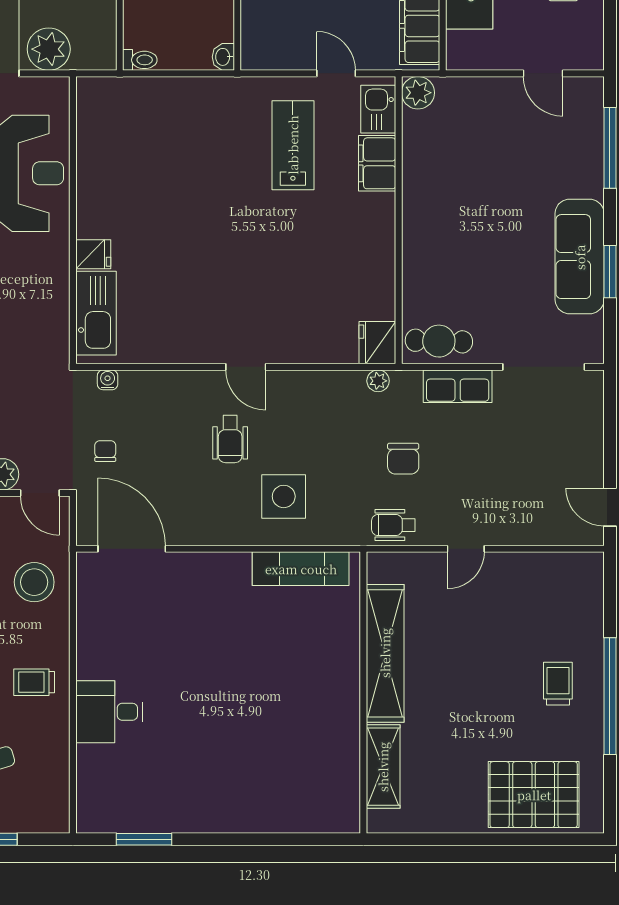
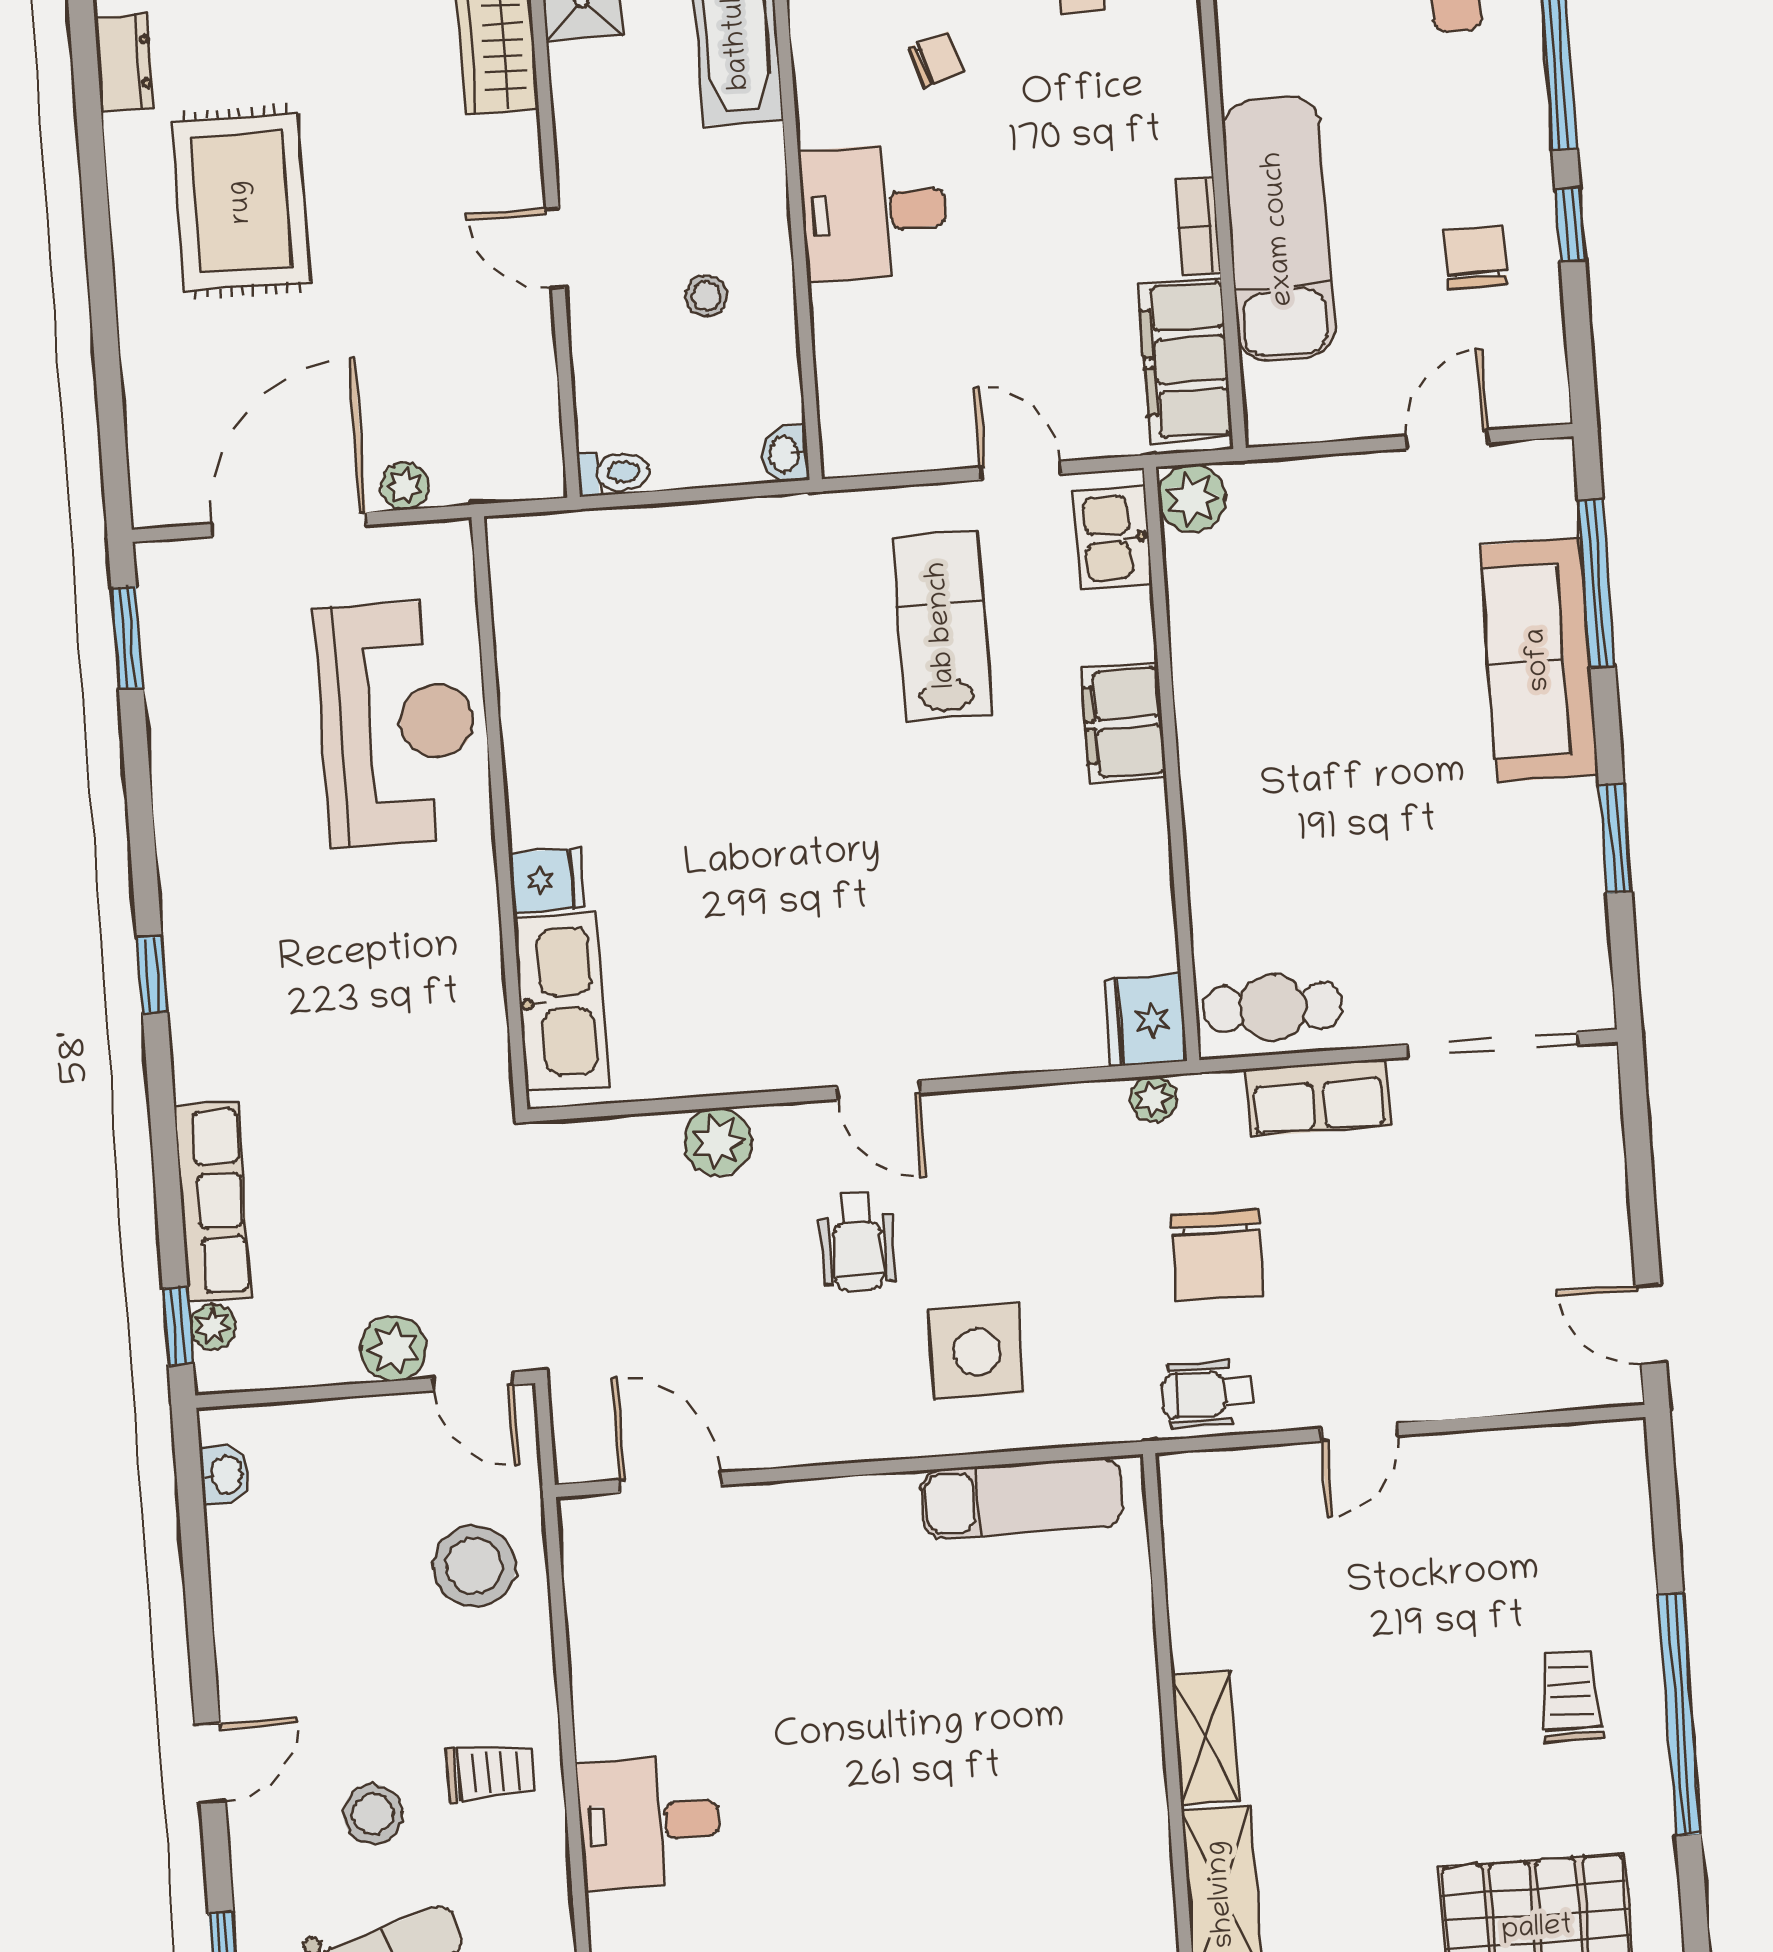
plant: (49, 49) -> (405, 486), width x0.53, depth x0.53
door: (543, 73) -> (1447, 439), swing flipped
filing cabinet: (377, 163) -> (1124, 723), moved
sofa: (580, 257) -> (1539, 660), moved
water cooler: (108, 380) -> (595, 1138), removed
plant: (166, 386) -> (718, 1142), added
chair: (105, 451) -> (601, 1285), removed
chair: (403, 459) -> (1217, 1255), width x1.37, depth x1.37
door: (132, 549) -> (671, 1483), width x0.73
shelving: (385, 653) -> (1205, 1738), width x0.45, depth x0.75
trolley: (34, 682) -> (490, 1773), turned 180

